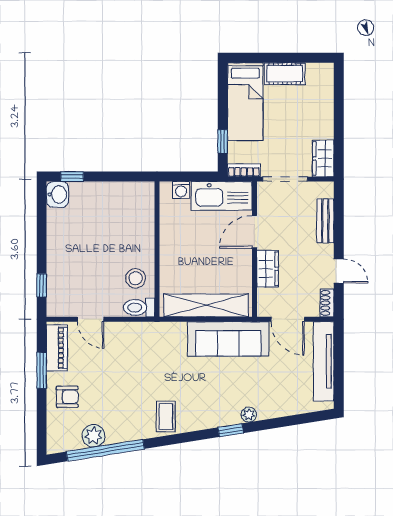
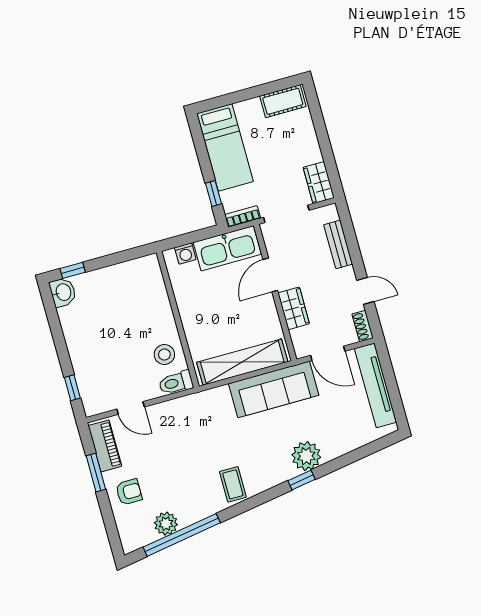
cot: (285, 74) -> (283, 101), moved
plant: (249, 415) -> (306, 456), width x1.87, depth x1.87

